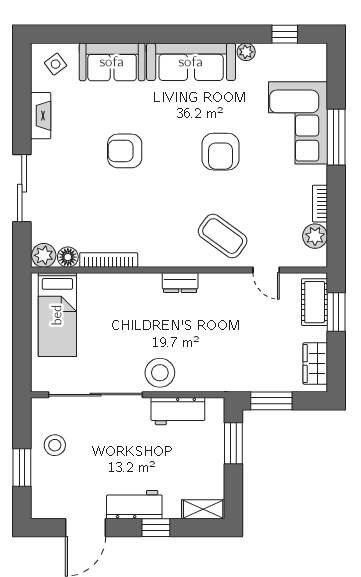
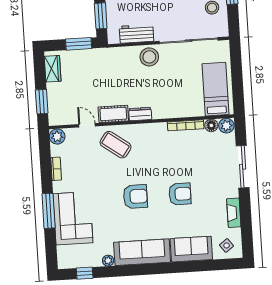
armchair: (221, 152) -> (135, 196), moved, turned 90
plant: (315, 236) -> (57, 136), moved
cot: (315, 302) -> (113, 114), moved, turned 90

